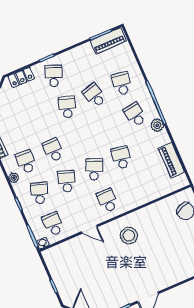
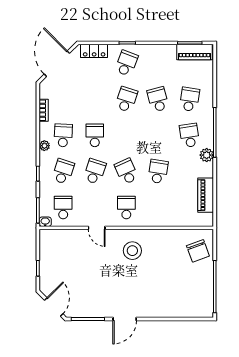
school desk: (94, 169) -> (126, 171), turned -48

